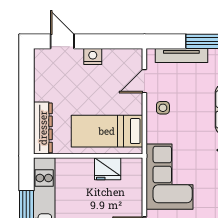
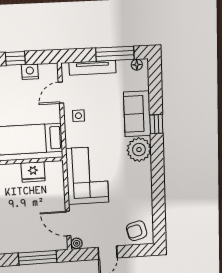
window: (96, 41) -> (15, 58), added
nightstand: (93, 56) -> (30, 72), moved

